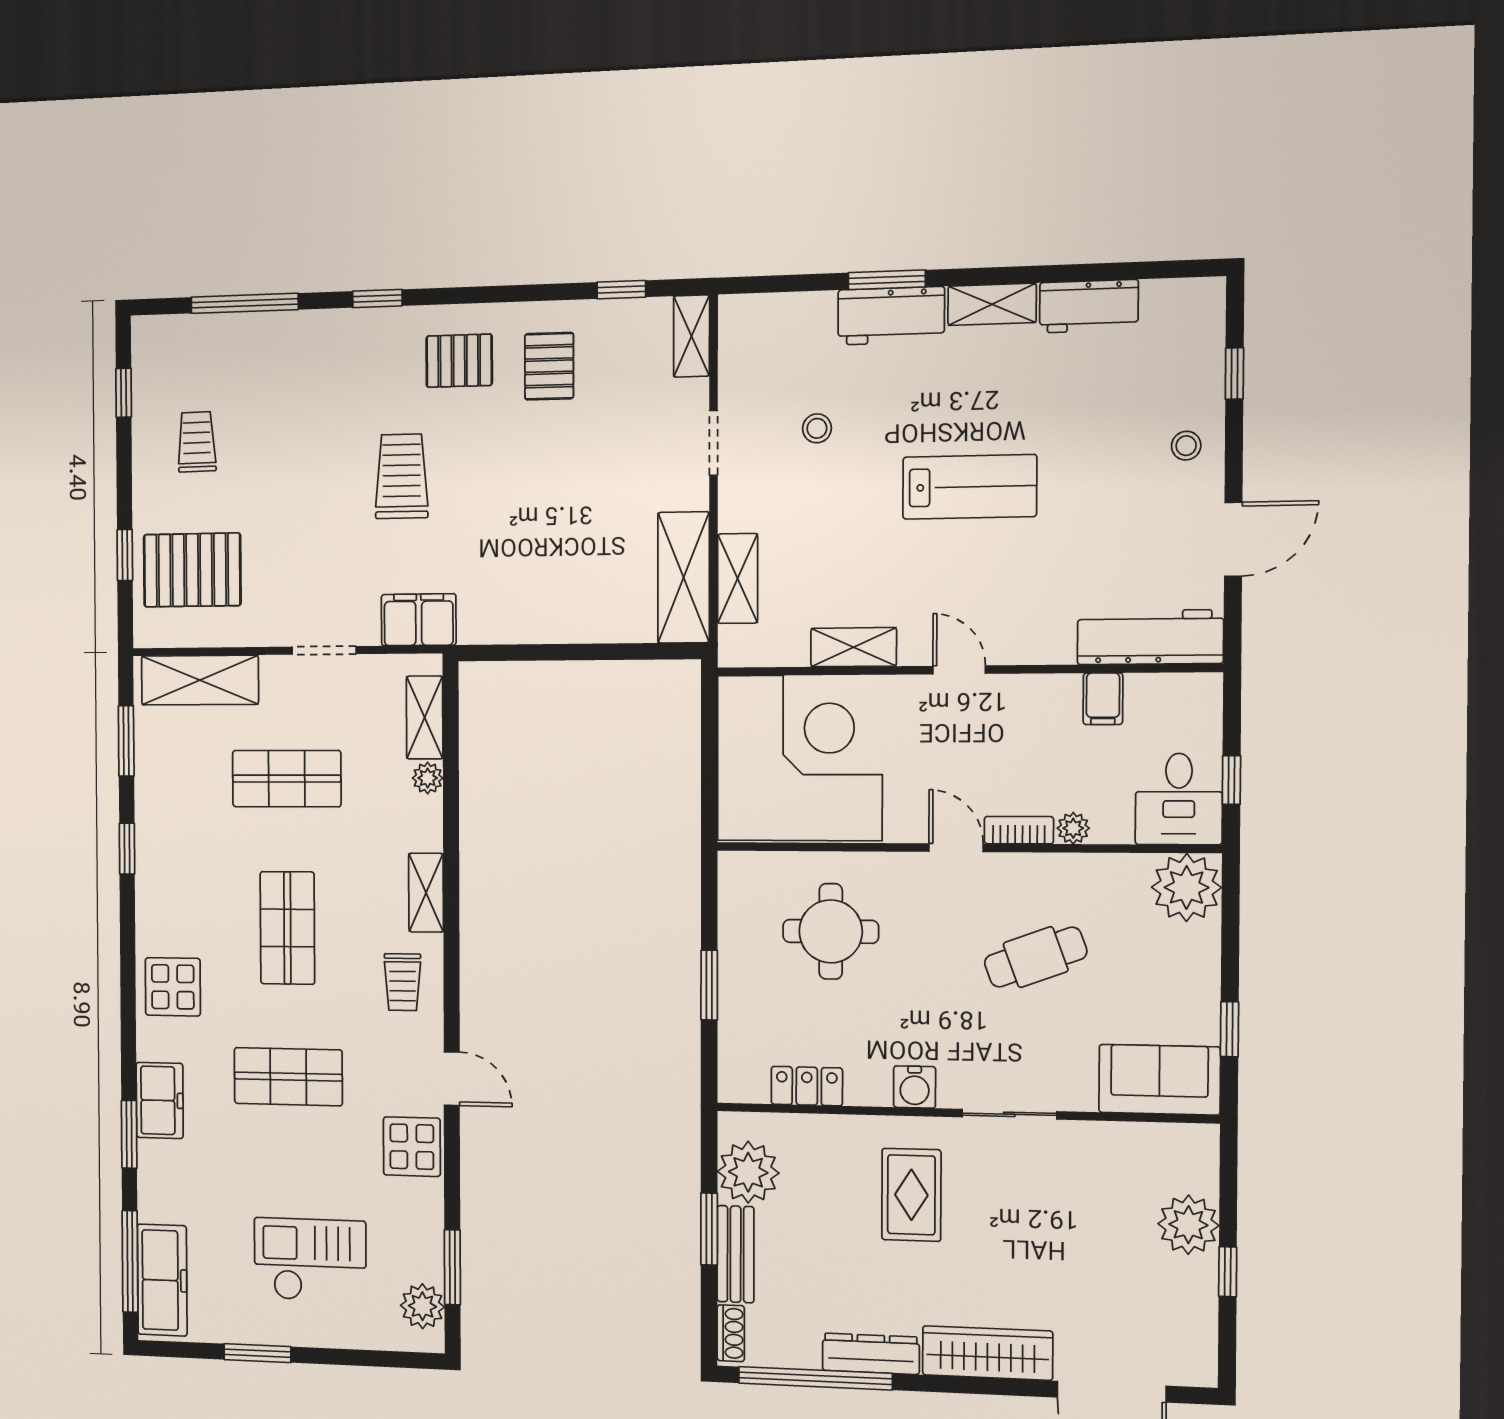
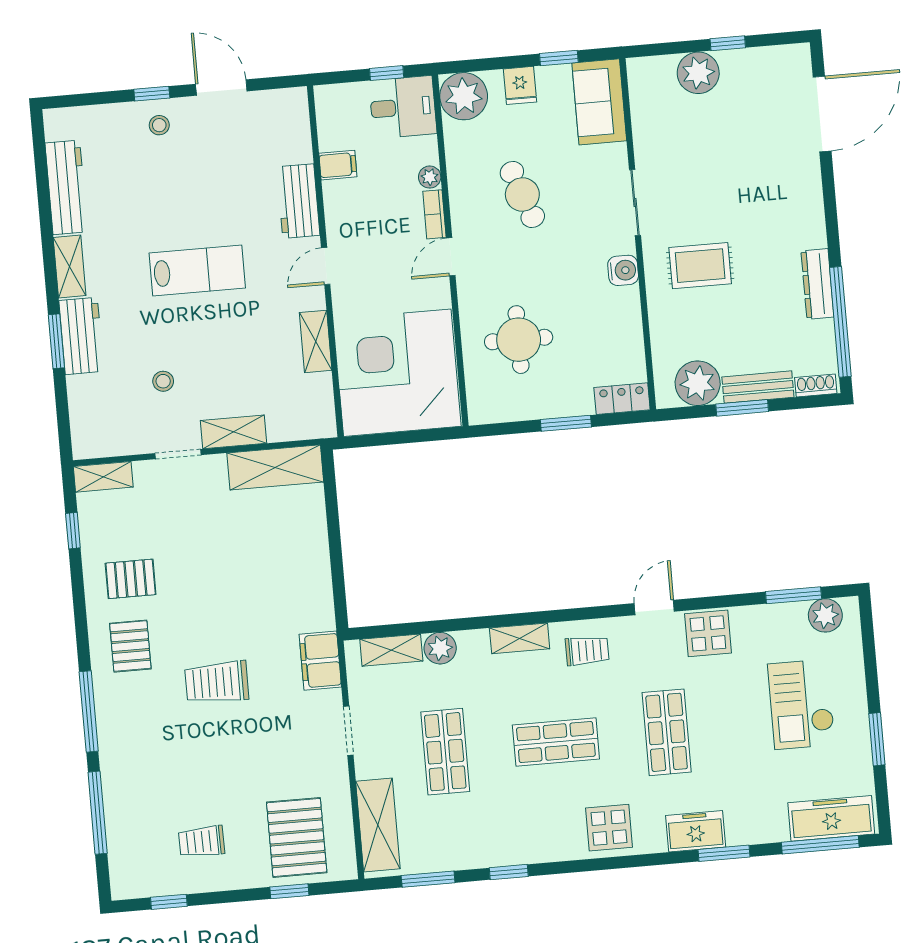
window: (377, 298) -> (89, 711), width x2.17
workbench: (1089, 306) -> (66, 187), width x1.38
window: (1234, 374) -> (152, 94), moved
lab bench: (970, 487) -> (197, 270), turned 90
shelving: (738, 578) -> (234, 432), moved
workbench: (1150, 637) -> (298, 201), moved, width x0.73
plant: (428, 778) -> (440, 648), width x1.38, depth x1.38
fridge: (1194, 970) -> (520, 85), added
locker: (807, 1086) -> (622, 399), moved, turned 90
wardrobe: (987, 1353) -> (806, 202), removed

